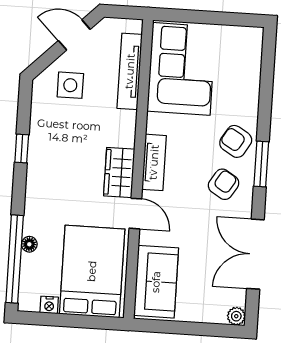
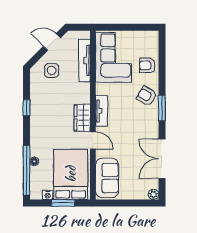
armchair: (224, 184) -> (147, 65), moved, turned -122
window: (75, 321) -> (63, 203), added

